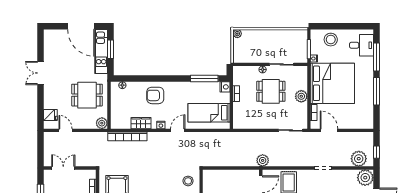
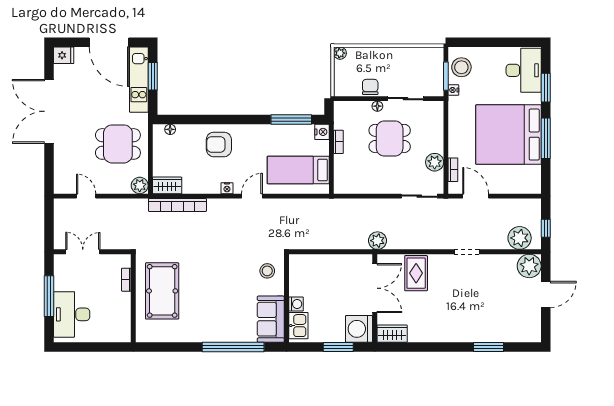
stool: (331, 40) -> (461, 67), moved
desk: (361, 45) -> (524, 70), width x1.37
chair: (258, 56) -> (370, 87), added
window: (376, 57) -> (546, 88), width x0.69
double door: (40, 73) -> (49, 111), width x1.87
bed: (332, 83) -> (509, 135), moved, turned 180
plant: (301, 96) -> (435, 162), moved
fridge: (50, 115) -> (64, 55), moved
wardrobe: (141, 123) -> (167, 185), moved

